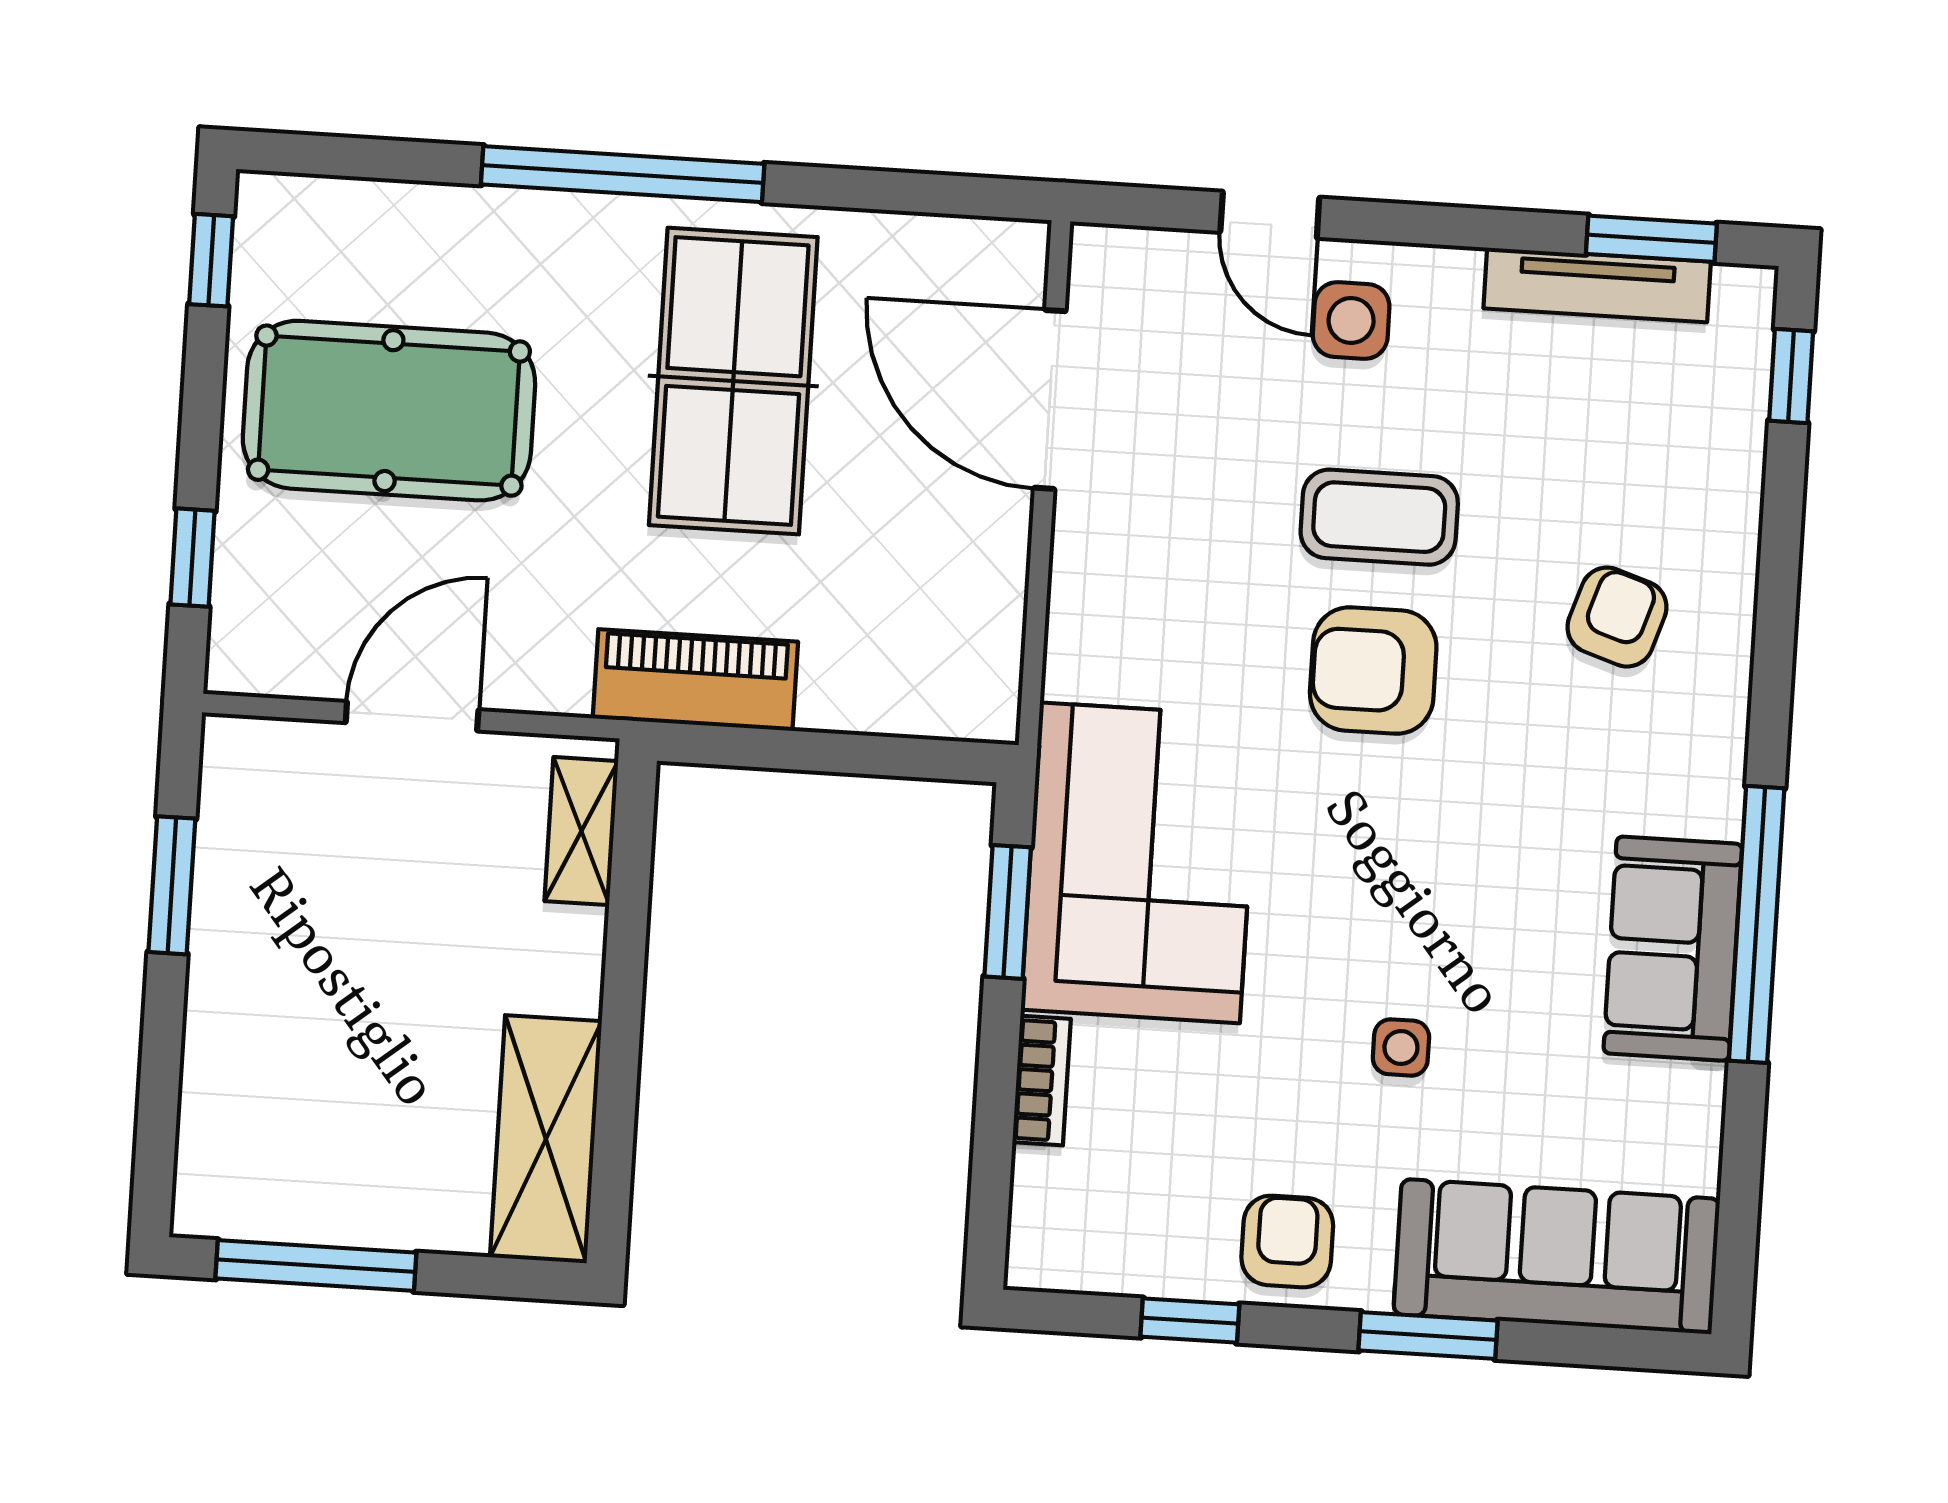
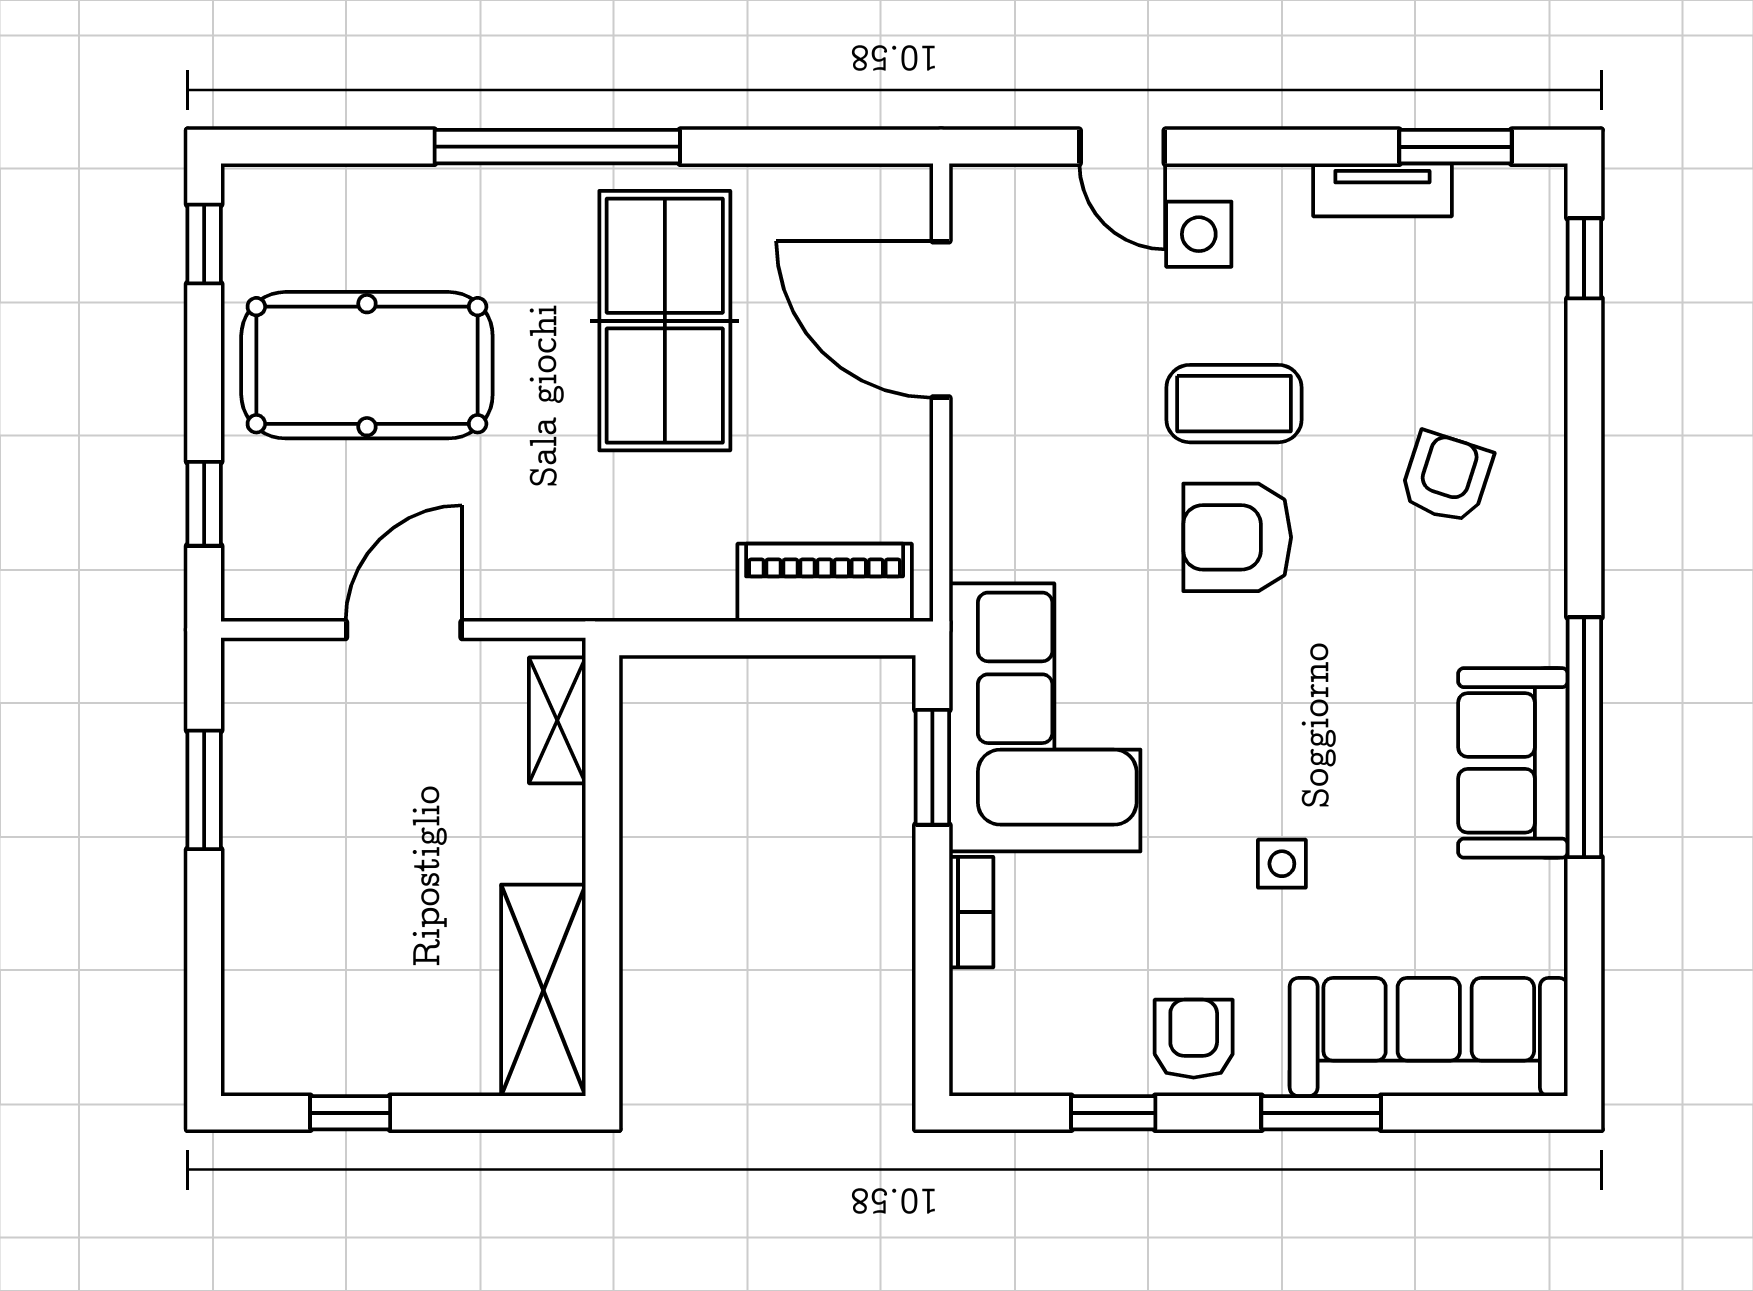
tv unit: (1597, 285) -> (1382, 190), width x0.71
piano: (695, 680) -> (825, 583), moved
window: (316, 1266) -> (350, 1113), width x0.46

